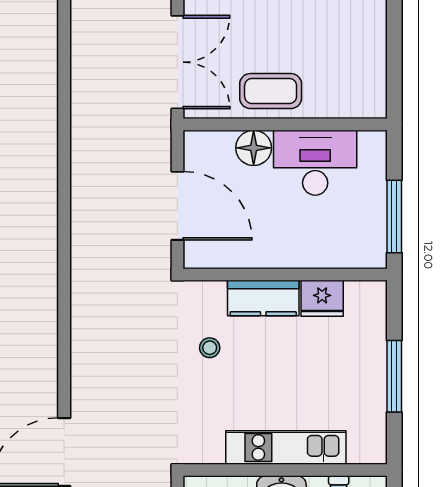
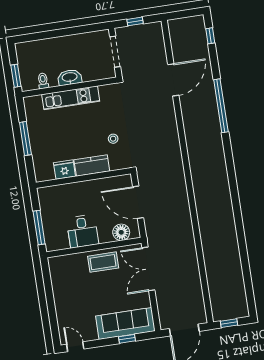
floor lamp: (254, 148) -> (121, 232), moved
desk: (315, 163) -> (83, 231), width x0.73
window: (394, 216) -> (39, 228), moved

